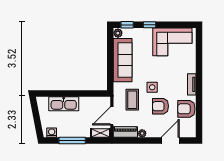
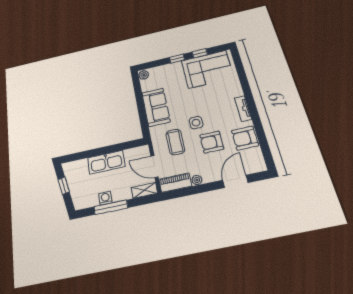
window: (127, 25) -> (200, 53), moved
sofa: (123, 60) -> (156, 107), width x0.73
kitchen sink: (64, 104) -> (106, 162), moved
window: (36, 116) -> (64, 186), added
door: (112, 116) -> (154, 166), hinge flipped
washing machine: (52, 133) -> (105, 198), moved

